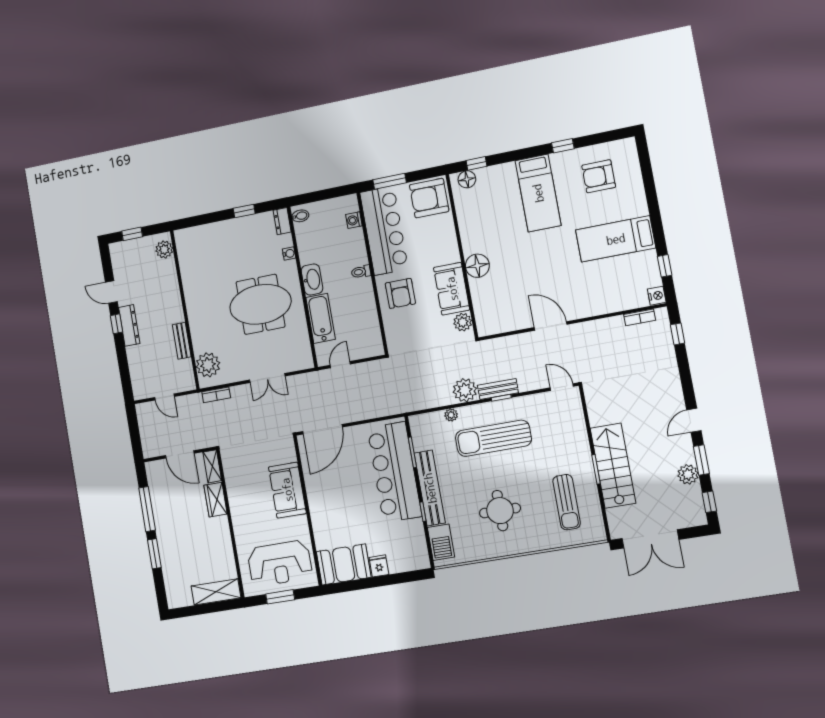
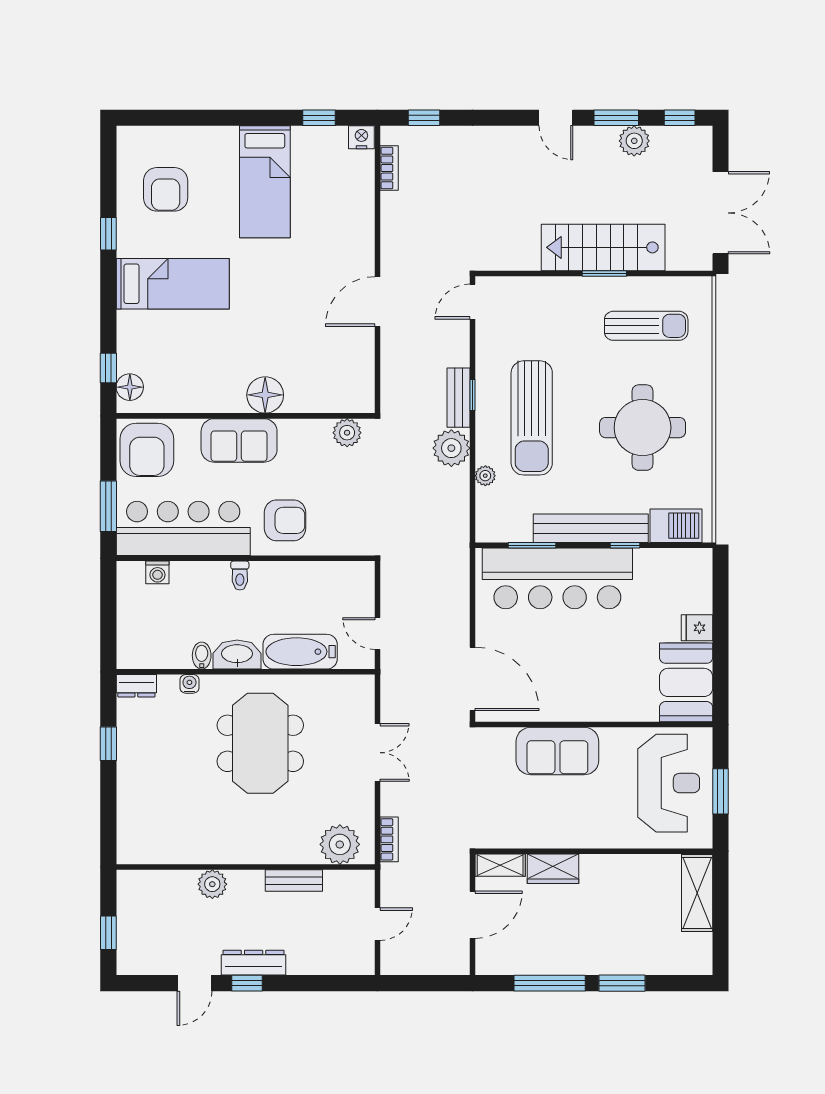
bidet: (300, 216) -> (202, 656), moved
plant: (164, 249) -> (212, 884), moved
sofa: (452, 289) -> (239, 440), moved
round table: (500, 511) -> (643, 428), width x1.36, depth x1.36

